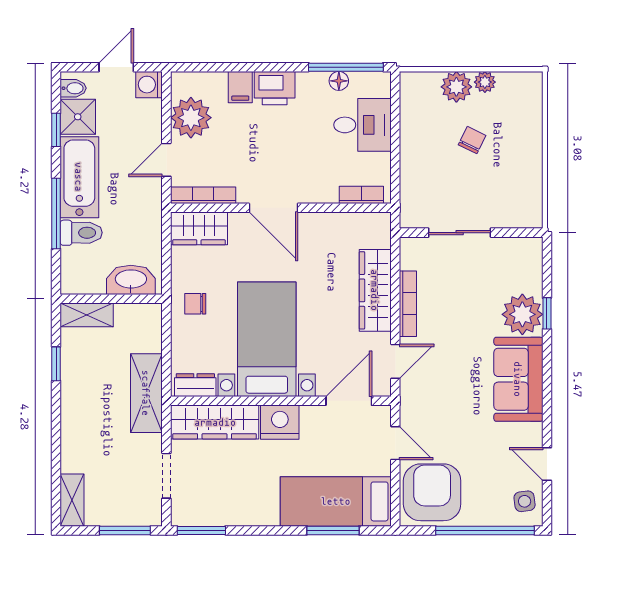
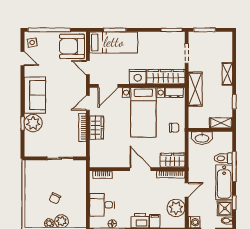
wardrobe: (375, 290) -> (97, 128), width x0.67
armchair: (432, 492) -> (72, 46), turned 90
shelving: (72, 500) -> (227, 74), moved

